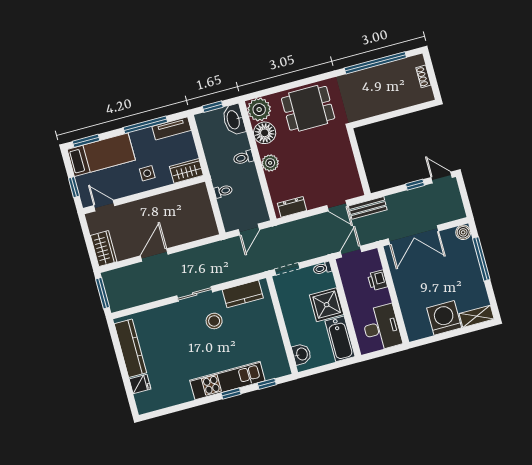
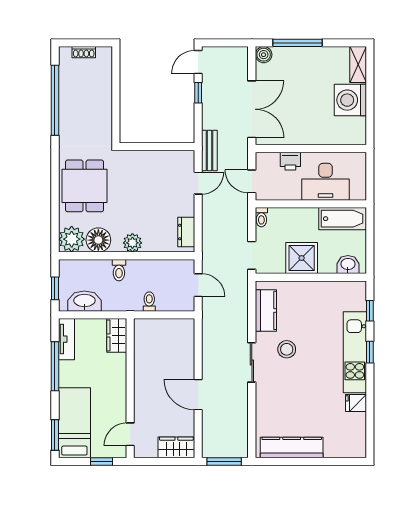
washbasin: (234, 120) -> (84, 301), moved, turned 180
side table: (147, 173) -> (108, 378), removed
shower: (327, 305) -> (302, 258), moved
desk: (382, 328) -> (326, 182), moved, turned 180
fridge: (140, 384) -> (356, 403), moved, turned -90

